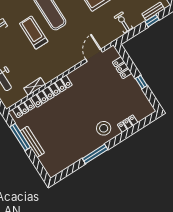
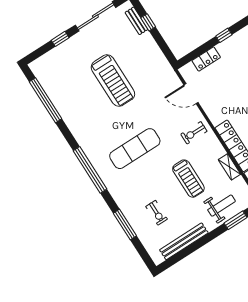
exercise bike: (123, 22) -> (194, 133), moved
treadmill: (34, 33) -> (188, 179), moved, turned -90

